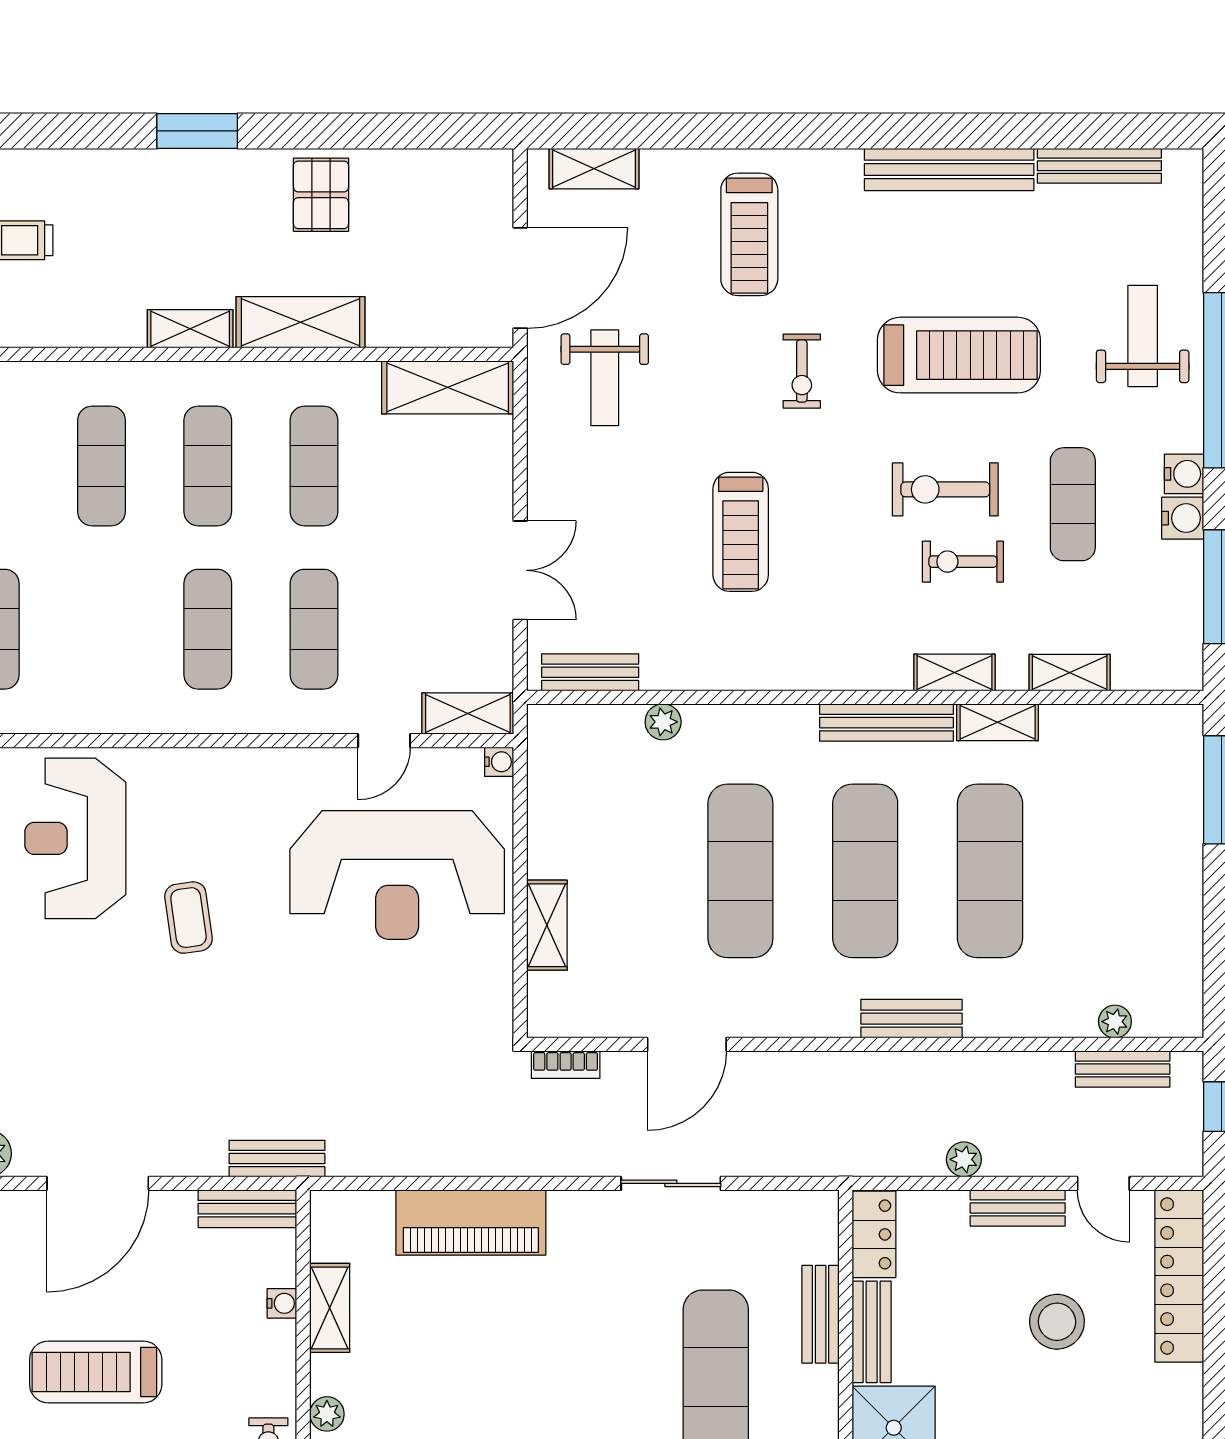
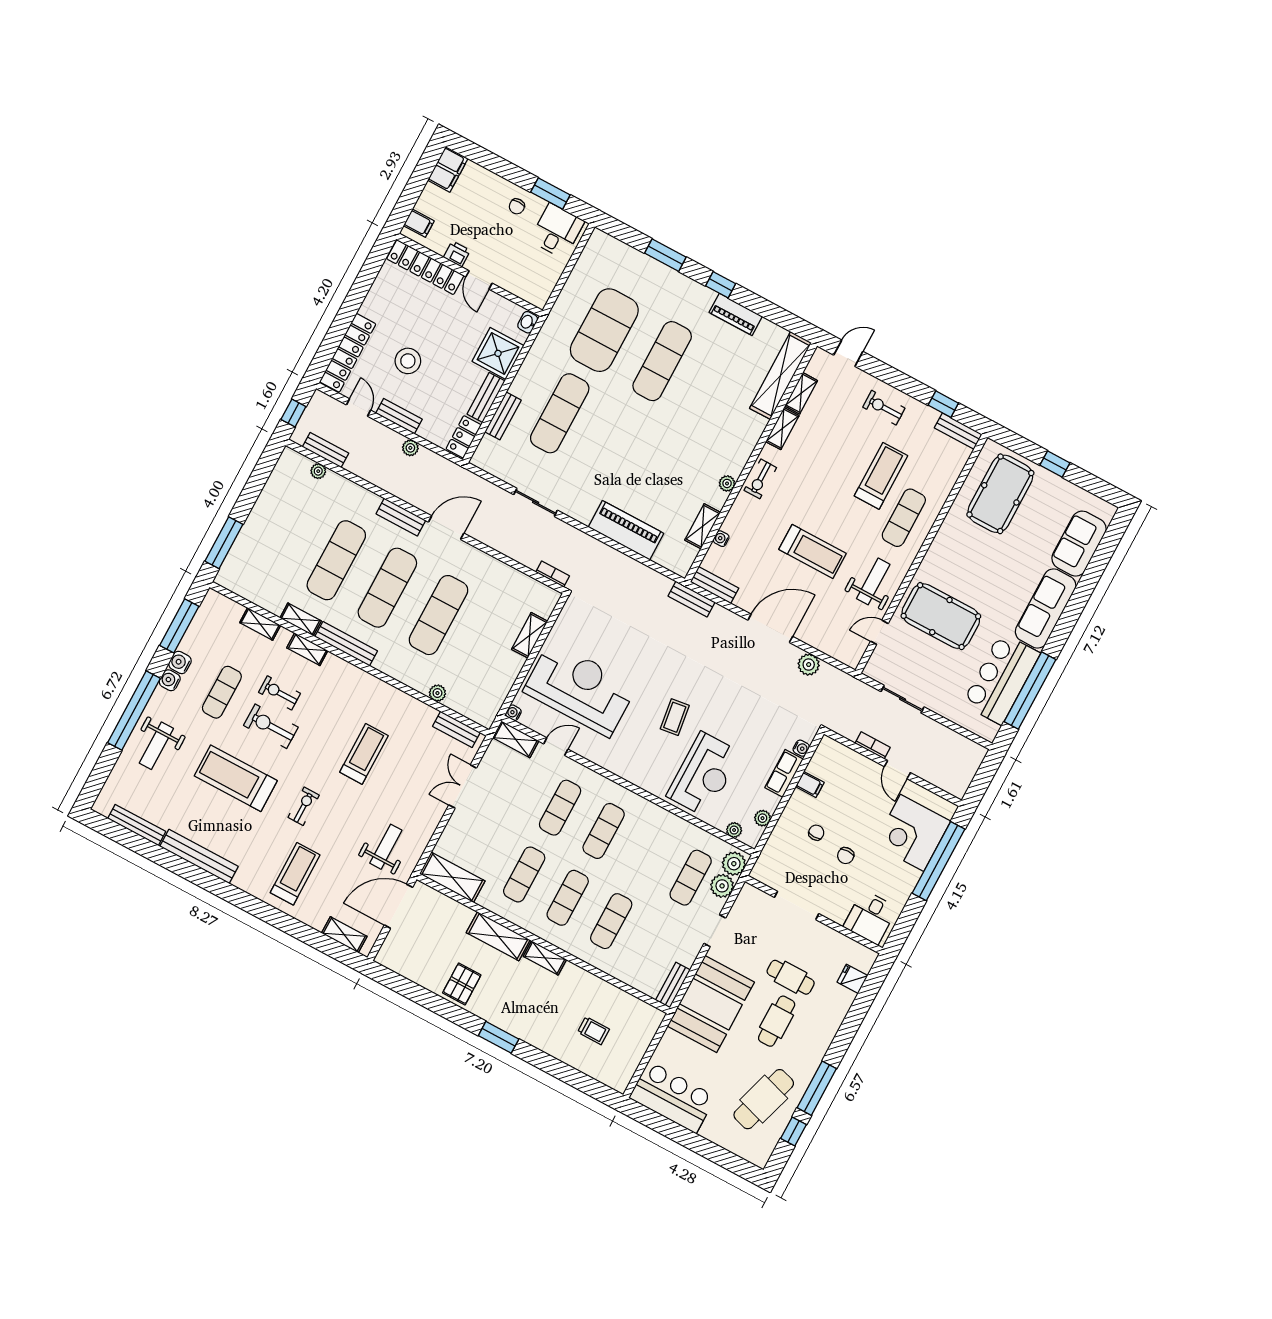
exercise bike: (945, 489) -> (271, 726), turned 180
exercise bike: (963, 562) -> (280, 693), turned 180
door: (687, 1044) -> (446, 528), moved

